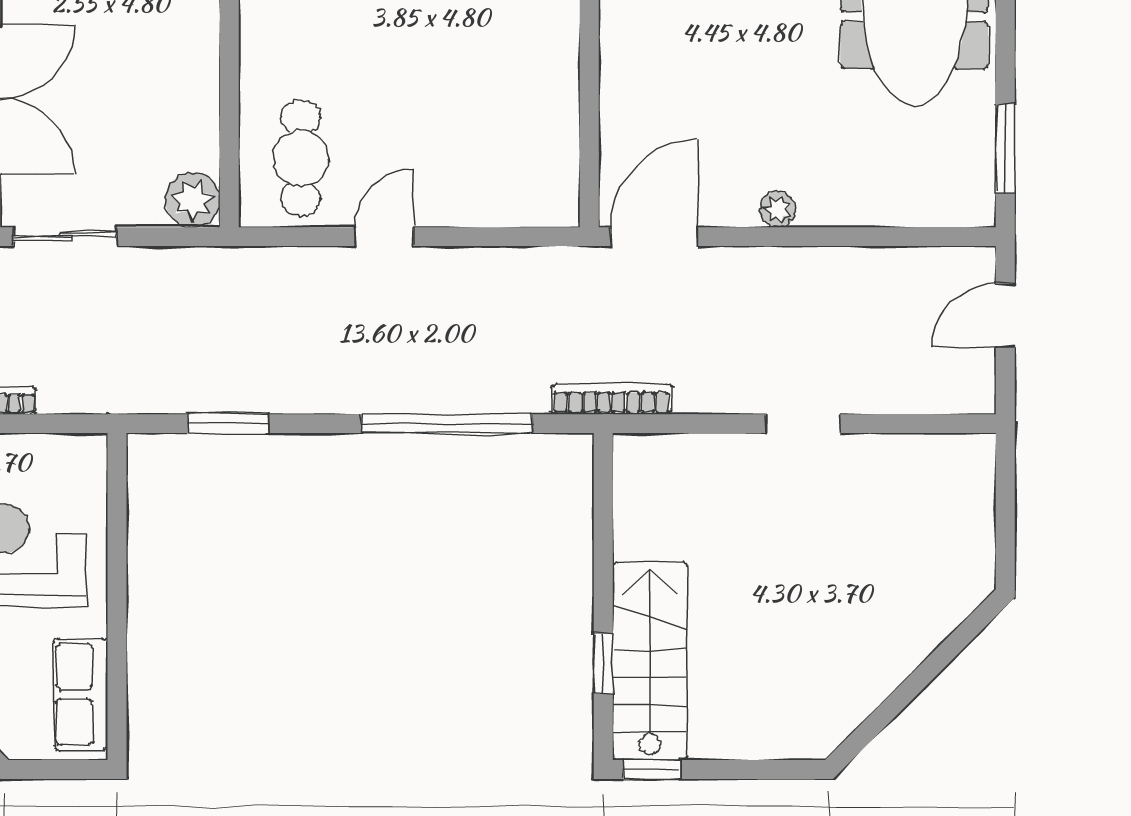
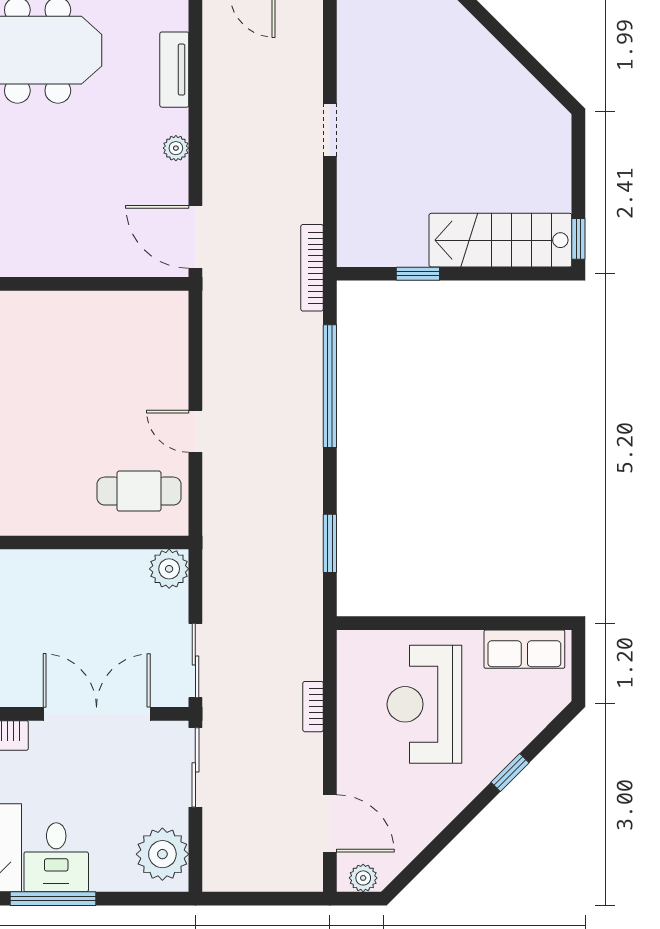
tv unit: (887, 207) -> (174, 70), added
window: (603, 664) -> (418, 274), moved

